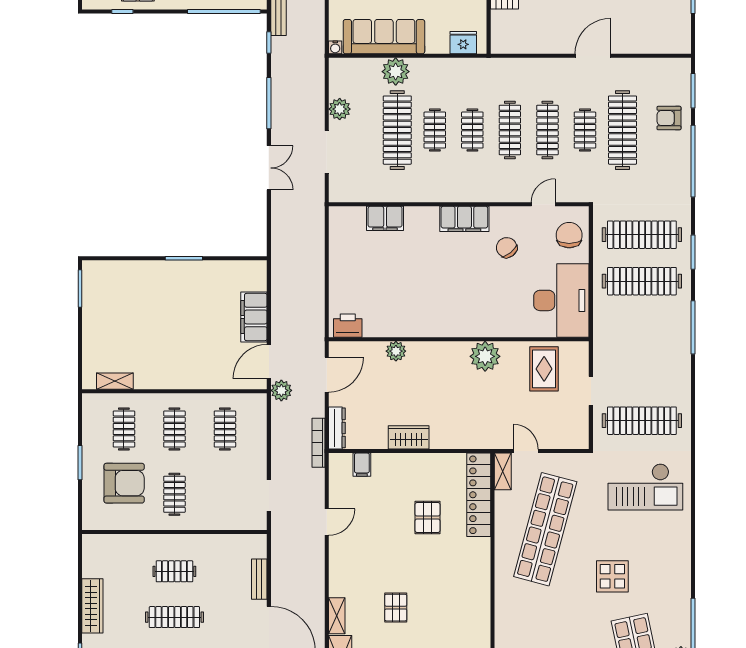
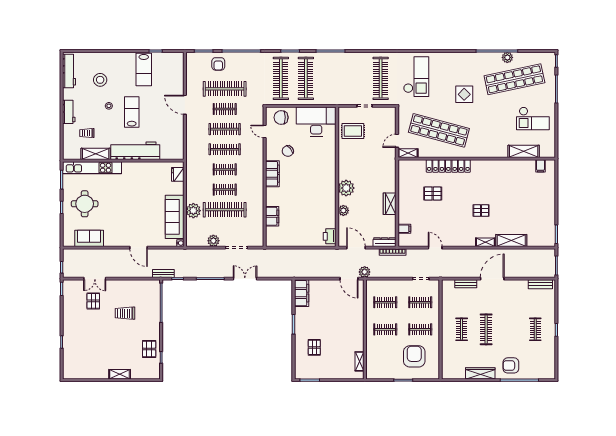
pallet: (141, 297) -> (314, 347), added
filing cabinet: (254, 317) -> (302, 293), moved, turned -90
plant: (485, 356) -> (346, 188), moved
clothes rail: (124, 429) -> (420, 302), moved
locker: (479, 495) -> (448, 166), moved

